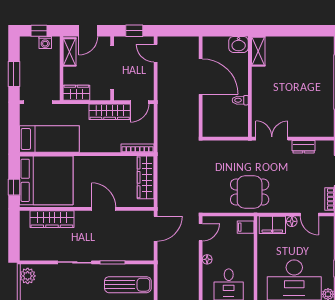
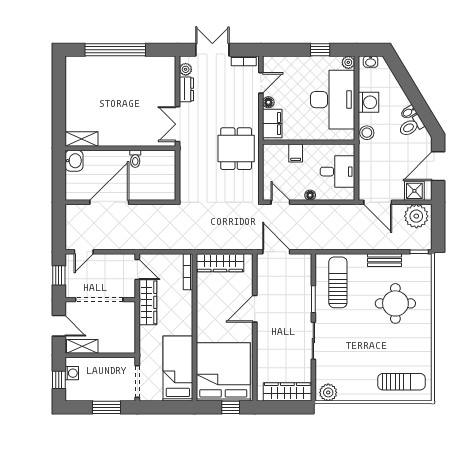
wardrobe: (76, 93) -> (127, 339), removed
plant: (322, 146) -> (186, 69), added
wardrobe: (52, 219) -> (287, 392), moved, turned -90
filing cabinet: (246, 227) -> (296, 153), moved

